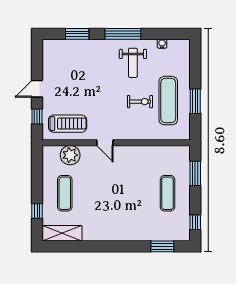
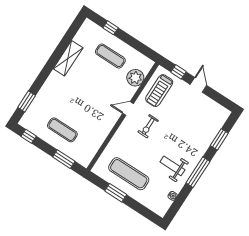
exercise bike: (140, 102) -> (148, 126), moved
shelving: (62, 233) -> (68, 58), moved

